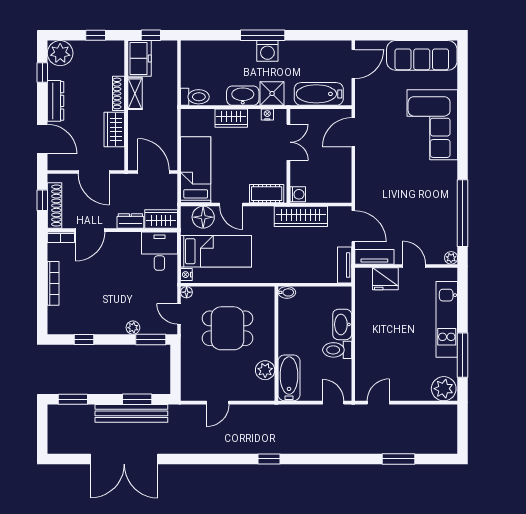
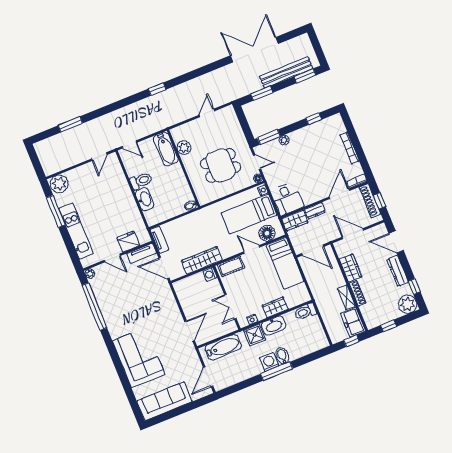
bidet: (247, 52) -> (282, 356), added
bench: (131, 413) -> (286, 72), moved

